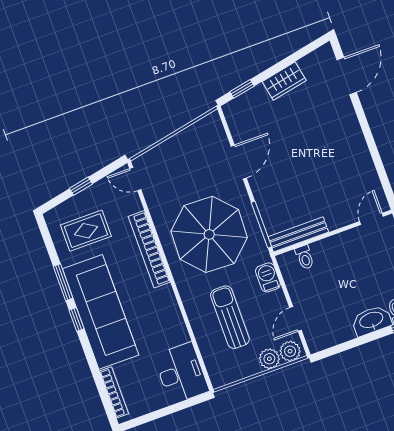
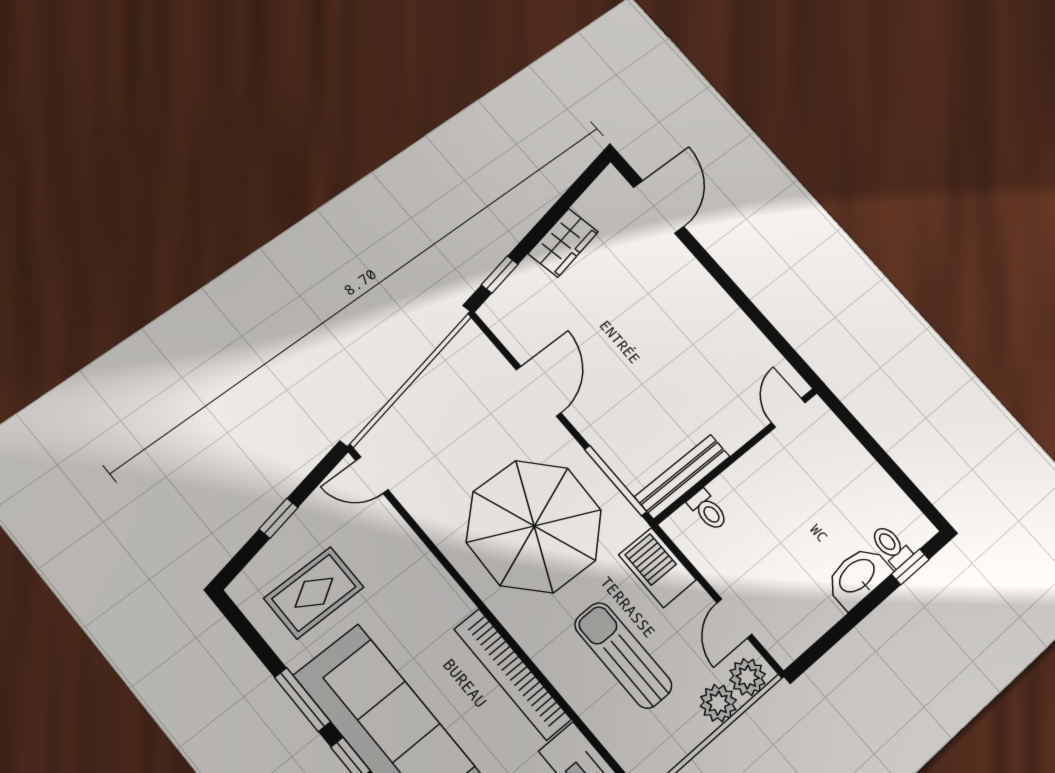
bookcase: (149, 249) -> (512, 674), moved
barbecue: (268, 277) -> (657, 567), width x1.38, depth x1.27

